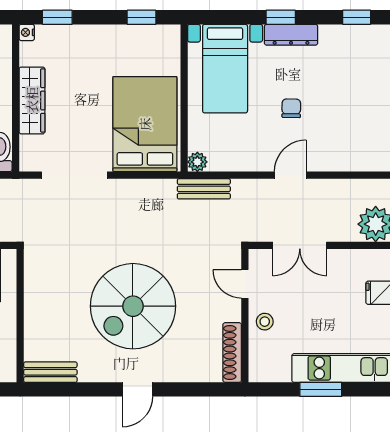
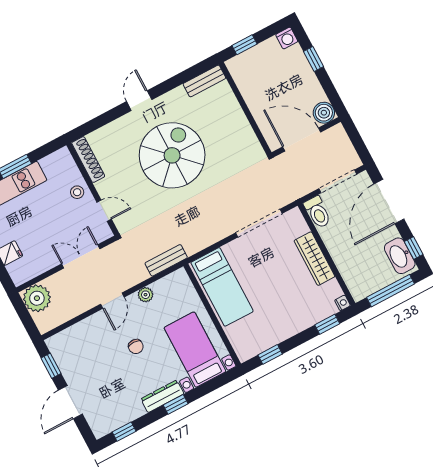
bed: (145, 124) -> (222, 287), width x0.67
plant: (197, 162) -> (146, 295), moved

